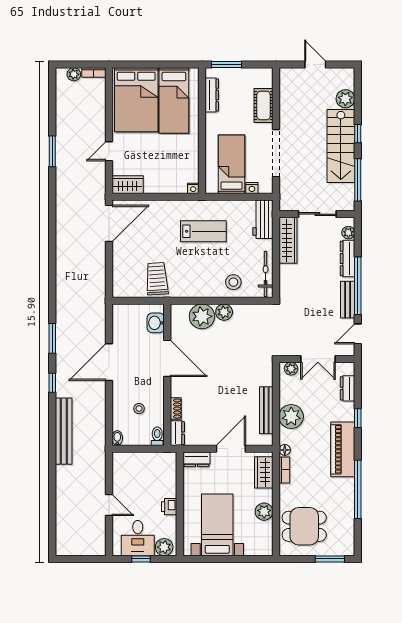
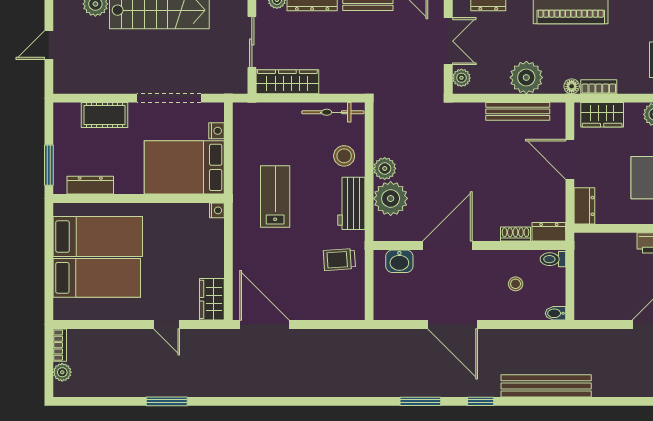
bed: (136, 100) -> (97, 278), width x0.67
bed: (231, 164) -> (184, 167), width x1.50
workbench: (263, 219) -> (351, 203), moved, turned 90
trolley: (157, 279) -> (339, 260), width x0.73, depth x0.72

